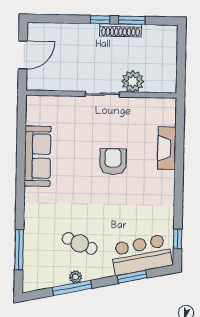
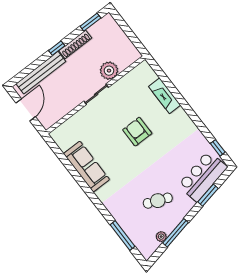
window: (132, 20) -> (90, 22), moved
bench: (66, 31) -> (41, 73), added
plant: (75, 277) -> (161, 237), moved

